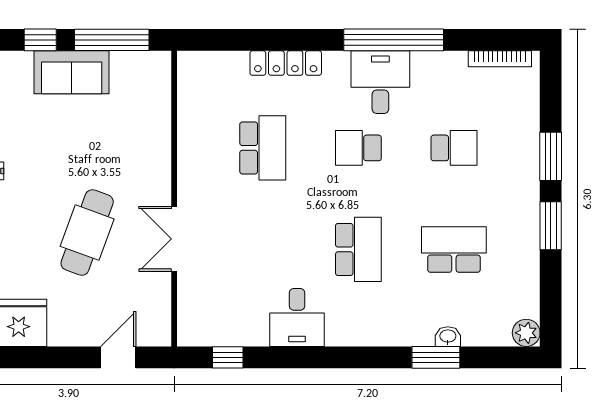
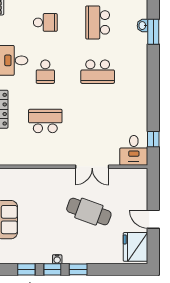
school desk: (454, 148) -> (45, 22), turned 90
school desk: (358, 249) -> (98, 72), turned 180
desk: (297, 317) -> (134, 150), moved, turned 90
door: (118, 357) -> (153, 219), moved

